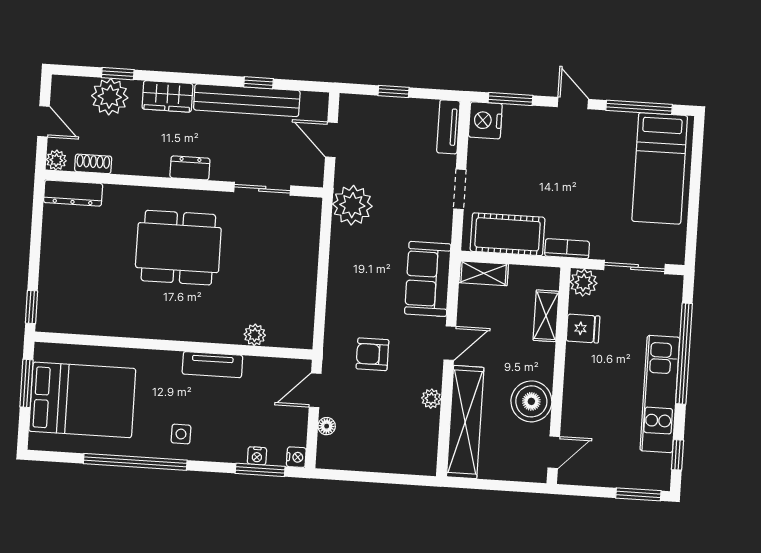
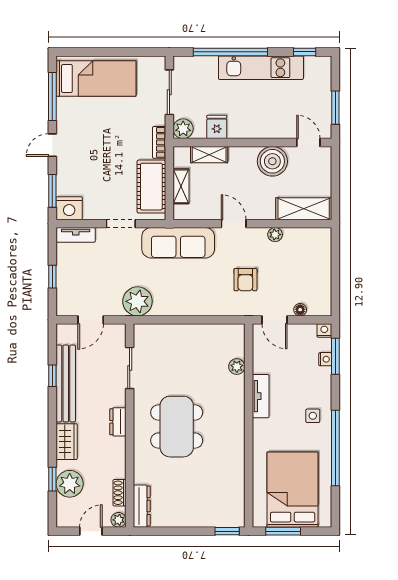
shelving: (484, 273) -> (181, 186), moved
sofa: (428, 279) -> (178, 243), width x1.36
shelving: (465, 422) -> (304, 209), width x0.68
window: (638, 494) -> (335, 108), moved

